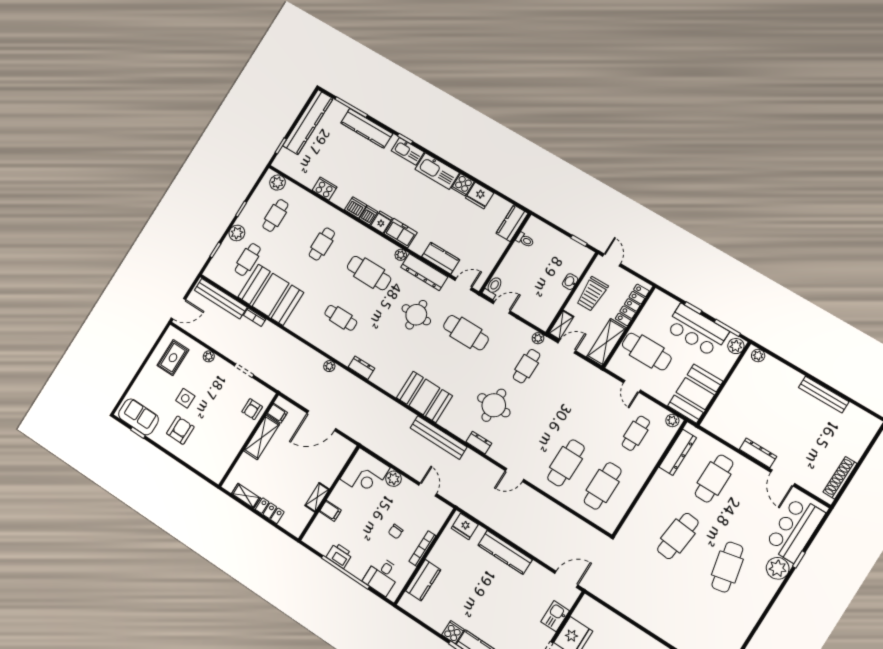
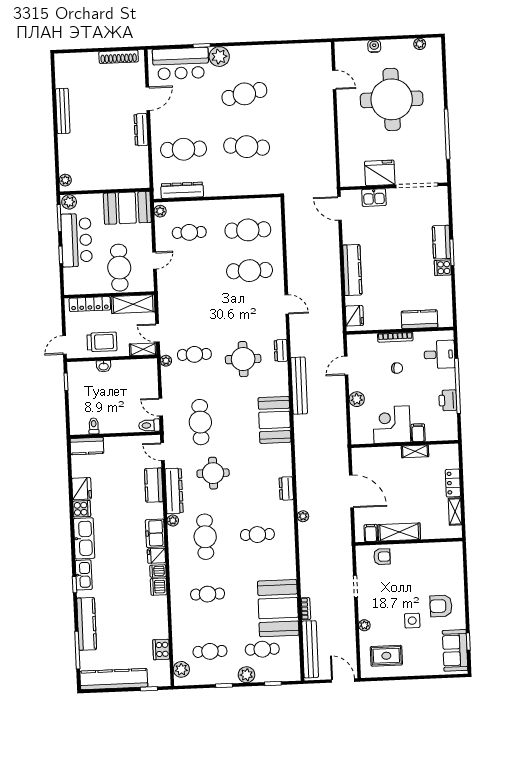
cooker: (325, 189) -> (161, 649), moved
cafe table: (341, 318) -> (257, 535), turned 90
corner desk: (365, 473) -> (392, 425), moved, turned -90

